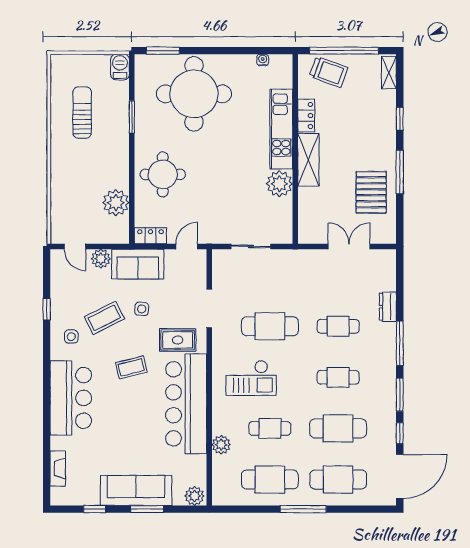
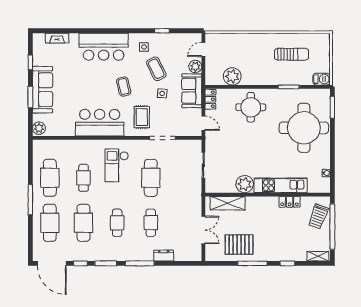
shelving: (308, 160) -> (228, 203), moved
bar counter: (186, 404) -> (100, 123), width x0.73
plant: (221, 445) -> (73, 146), removed

